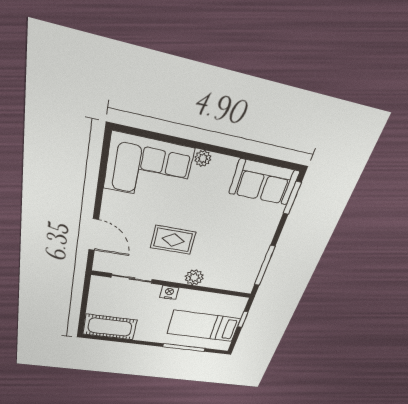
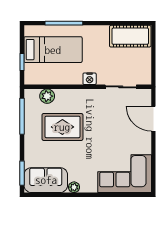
plant: (203, 158) -> (74, 187), moved
rug: (173, 240) -> (62, 127), moved, width x1.36, depth x1.43
plant: (194, 277) -> (47, 96), moved

